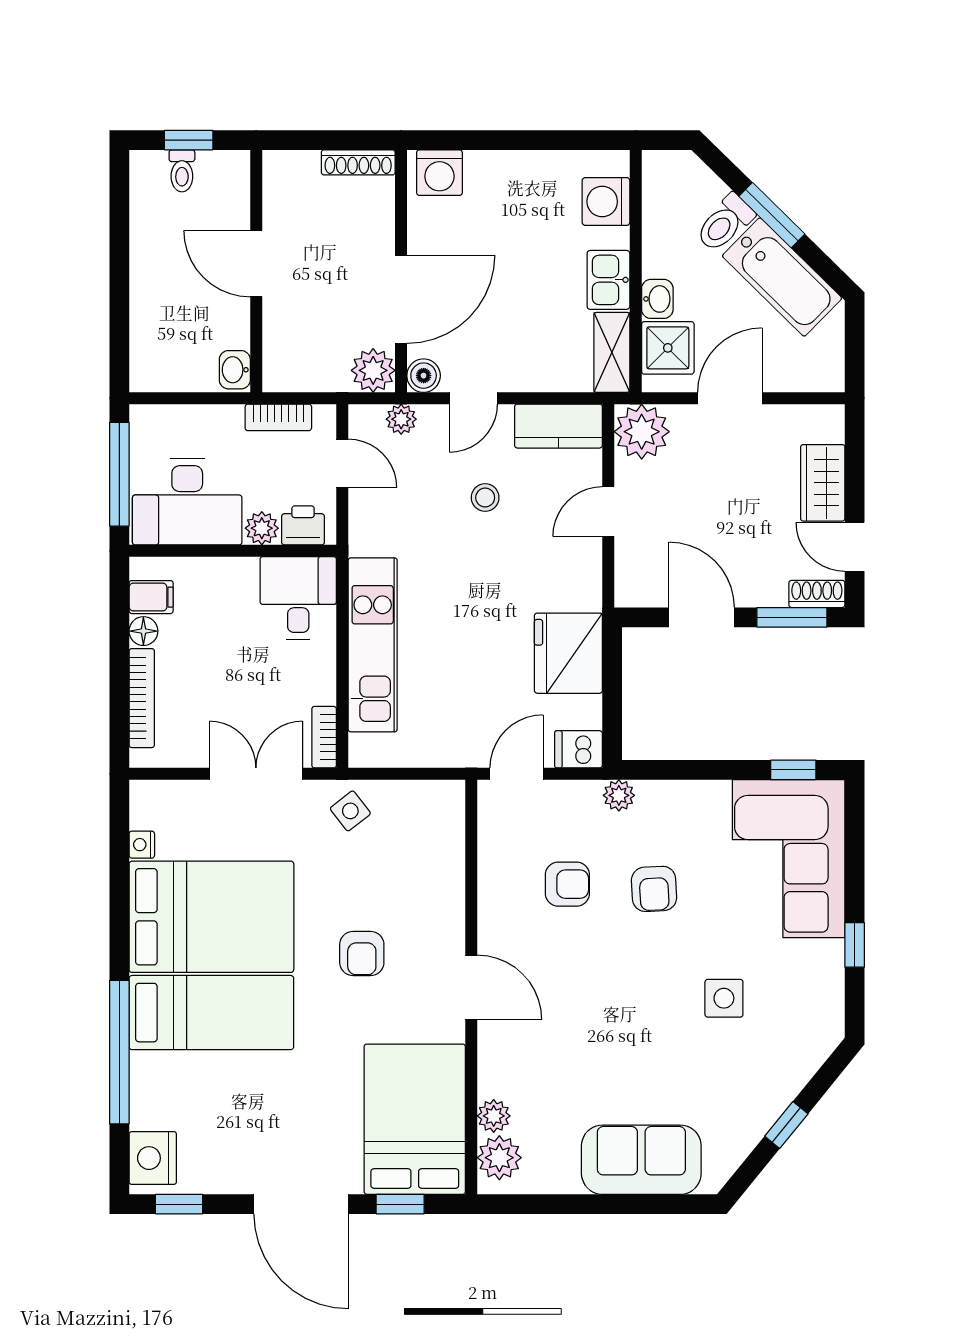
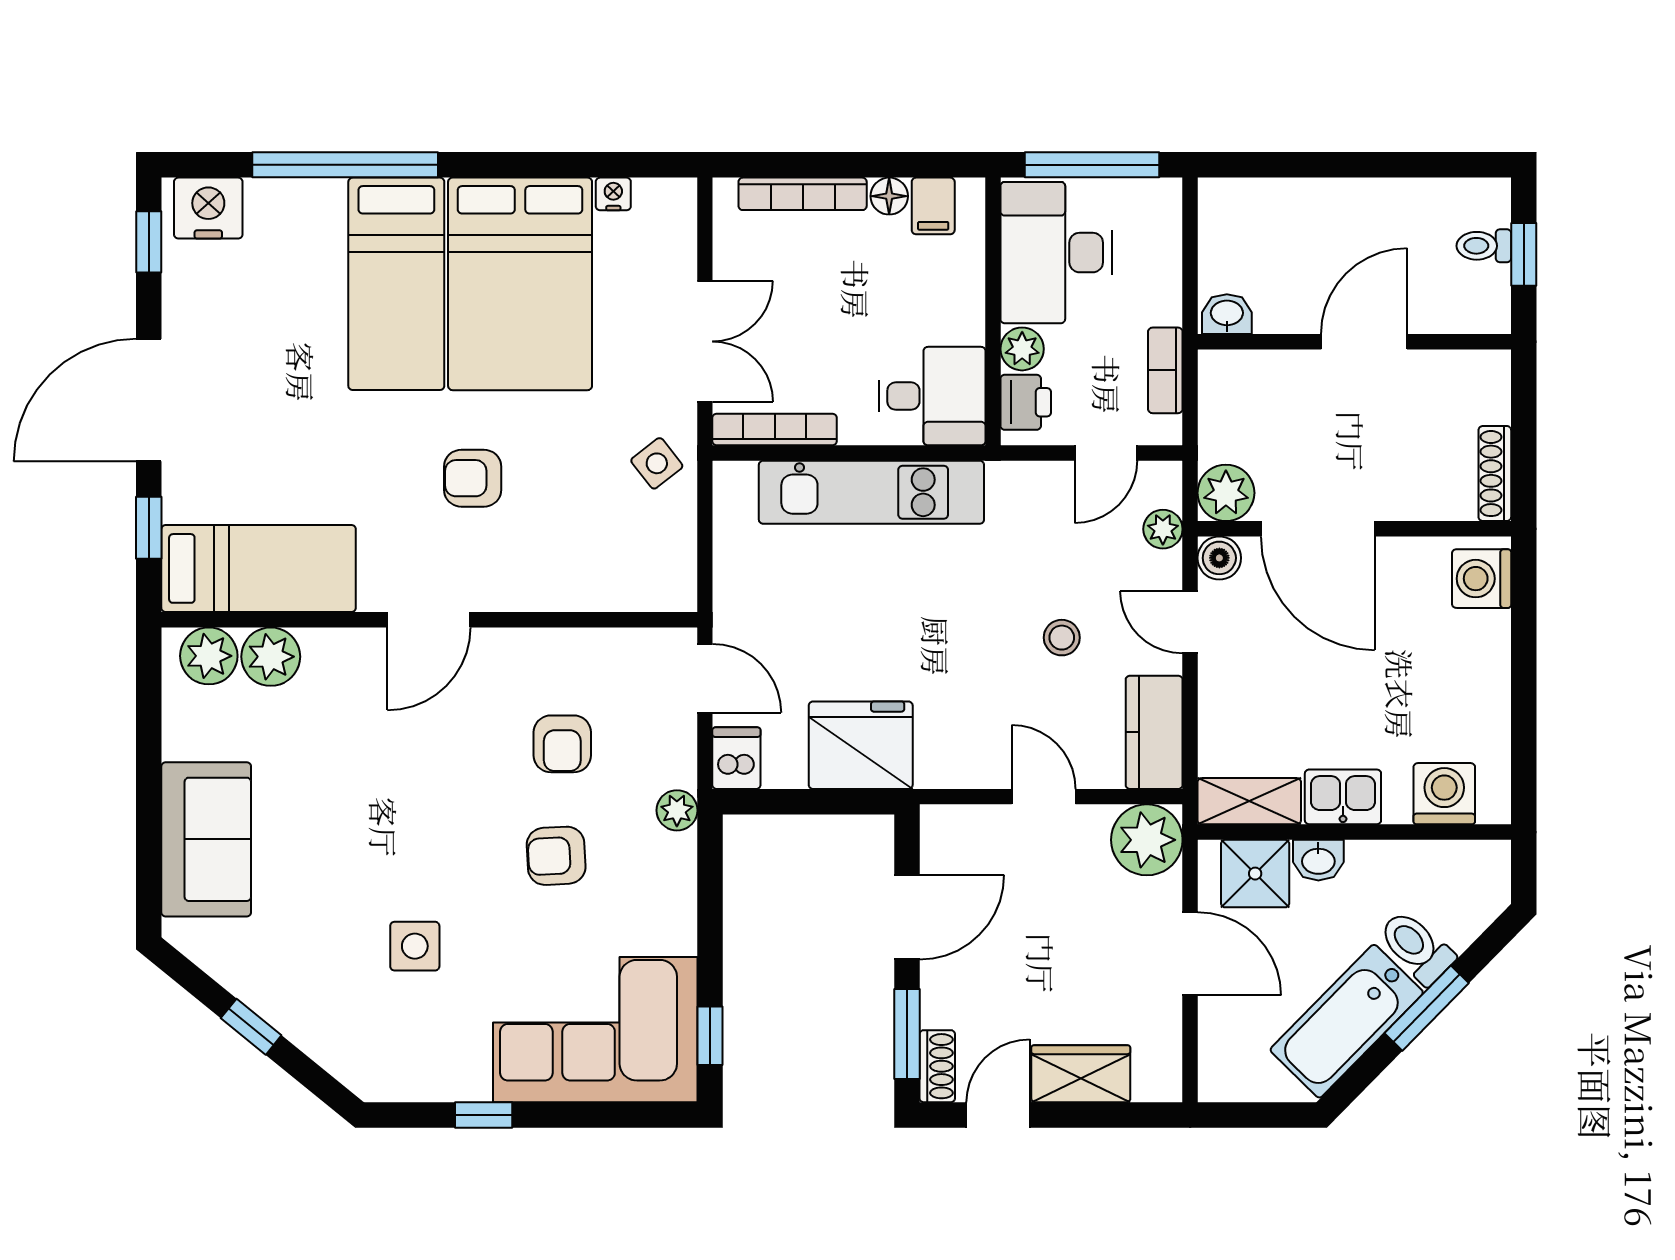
bookcase: (324, 737) -> (775, 429), width x1.56
plant: (494, 1116) -> (271, 657), width x1.38, depth x1.38
bed: (415, 1119) -> (259, 568), width x0.67

